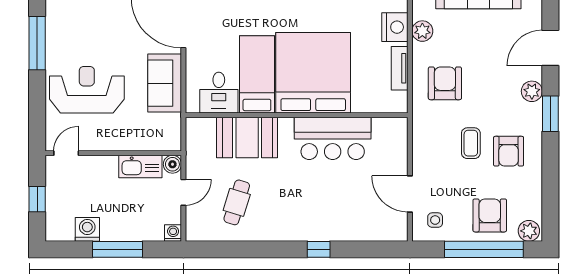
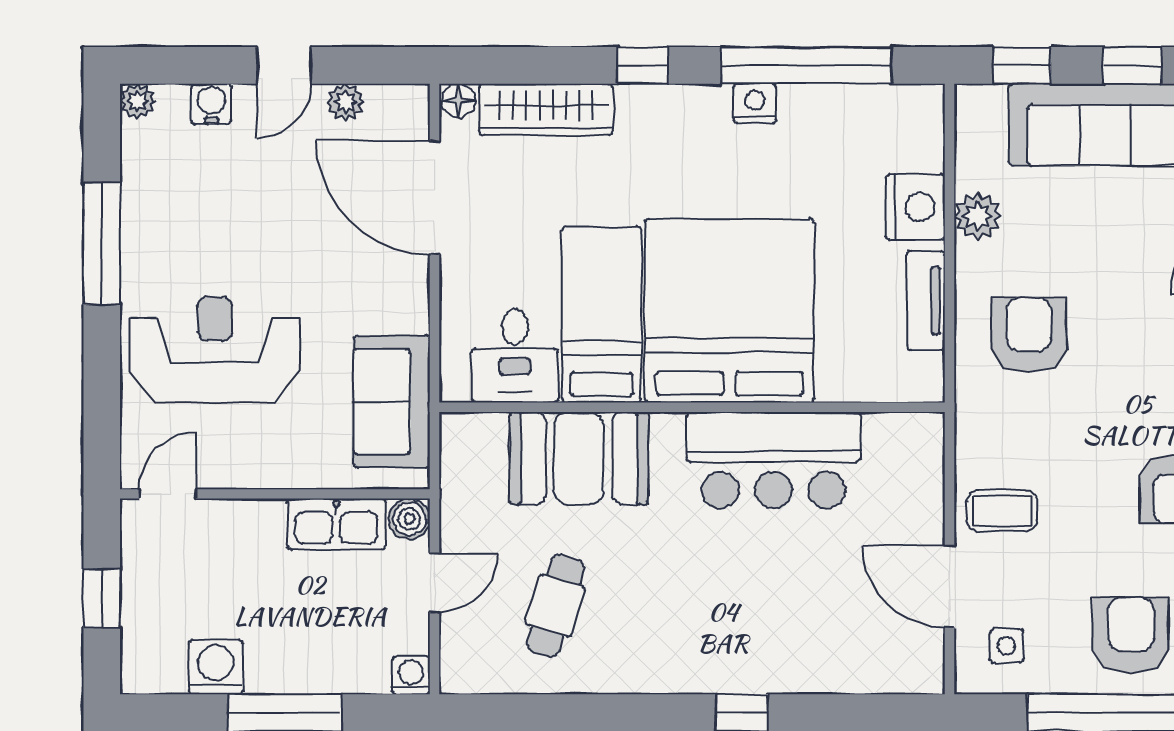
sofa: (165, 83) -> (392, 402), moved
coffee table: (471, 143) -> (1002, 511), moved, turned 90

